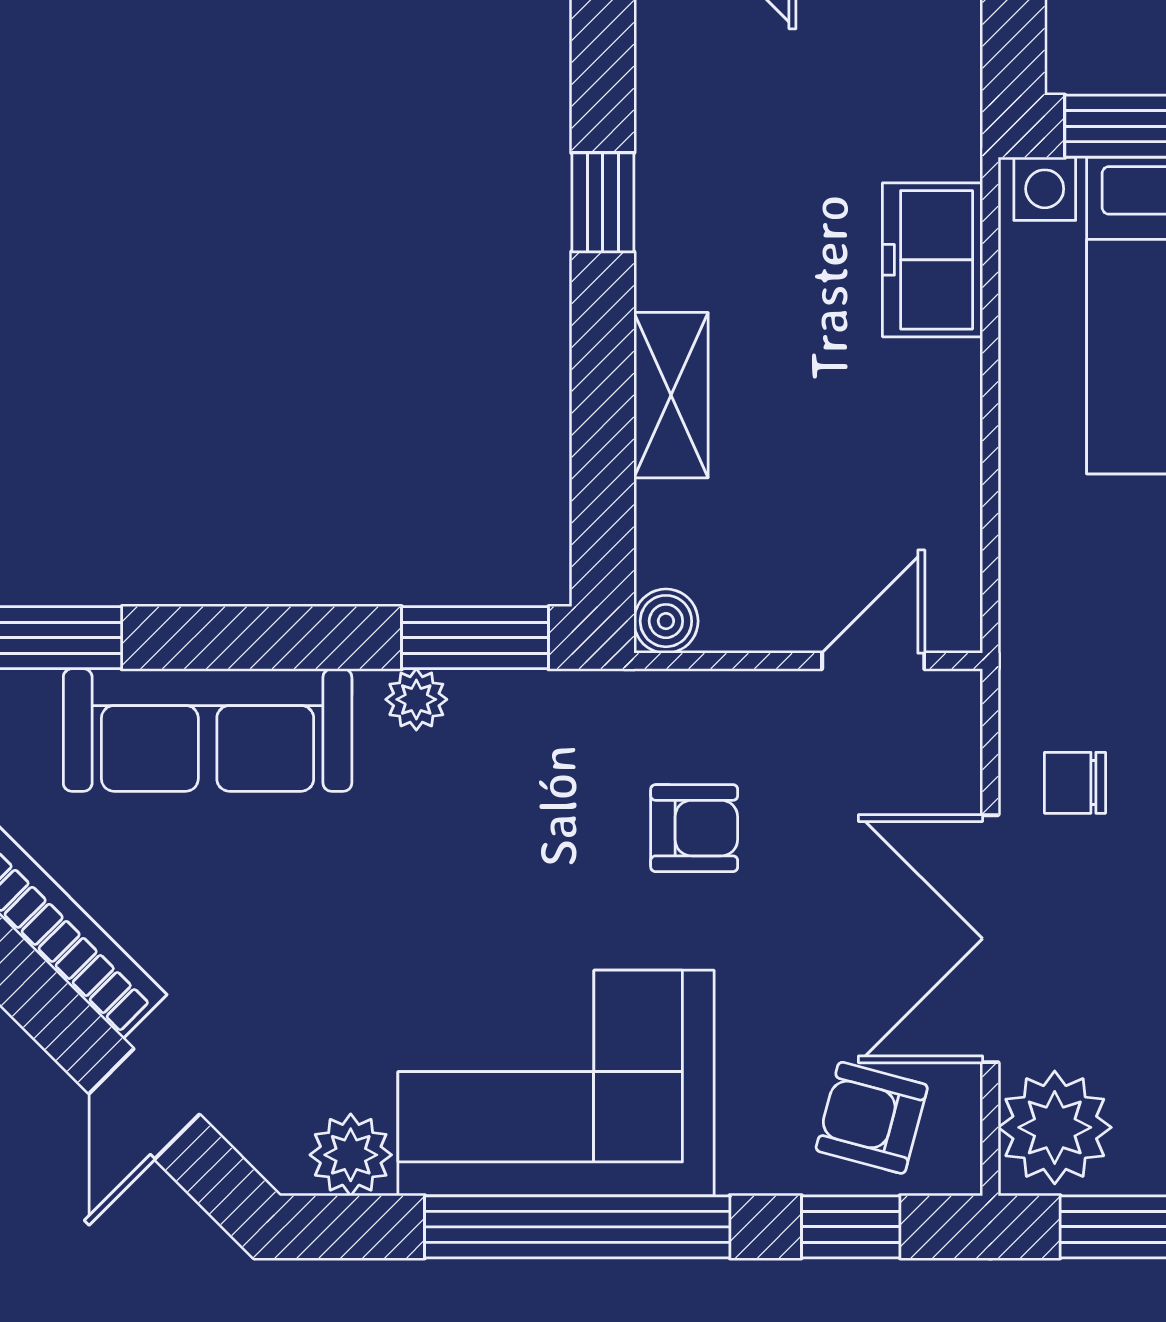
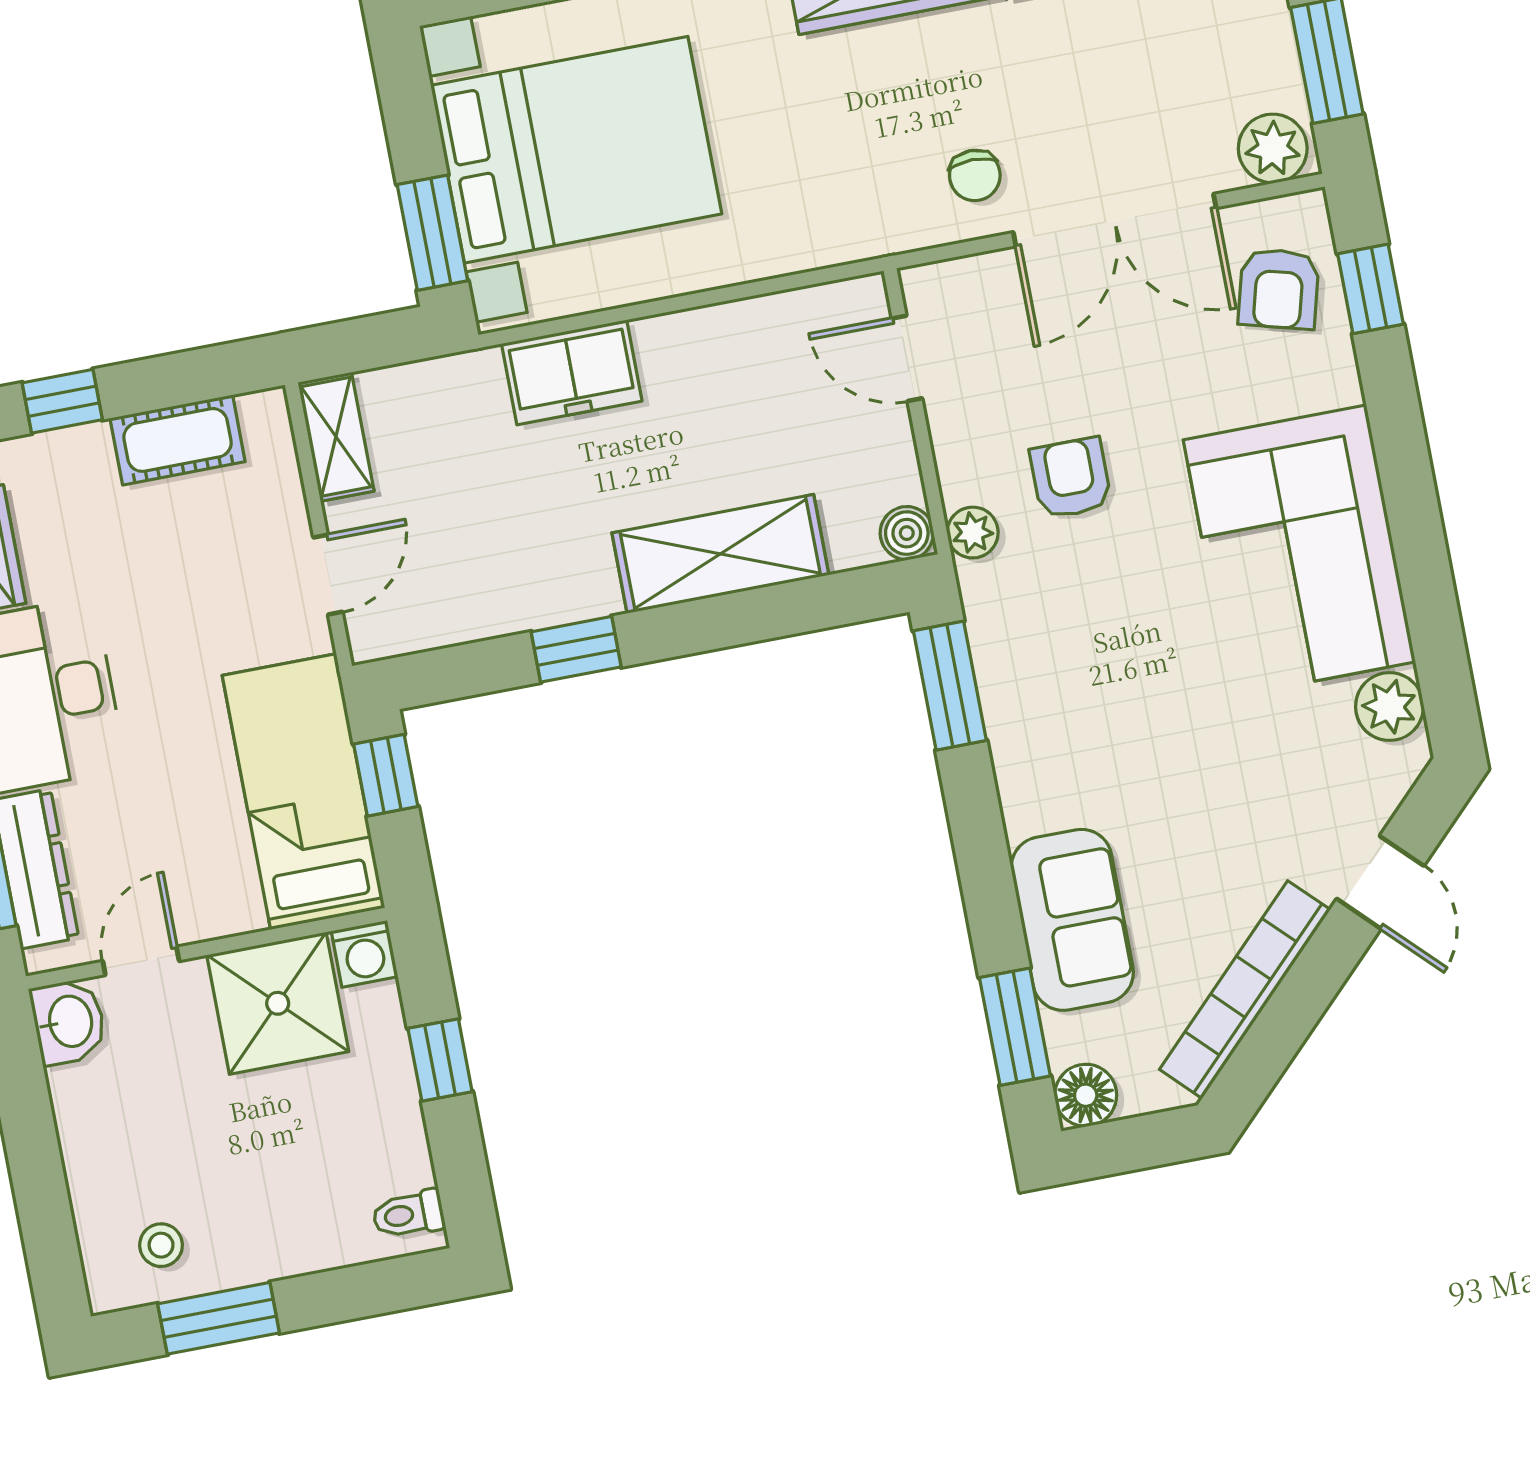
shelving: (671, 395) -> (720, 554), width x1.50, depth x1.33
plant: (416, 699) -> (973, 533), moved
sofa: (208, 730) -> (1072, 920), width x0.73
door: (144, 1104) -> (1380, 882), hinge flipped
plant: (1055, 1127) -> (1273, 148), width x0.73, depth x0.73
window: (577, 1227) -> (1413, 511), removed

